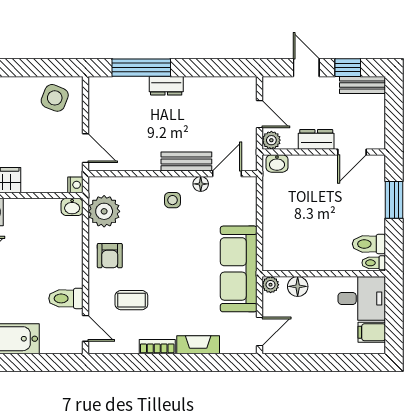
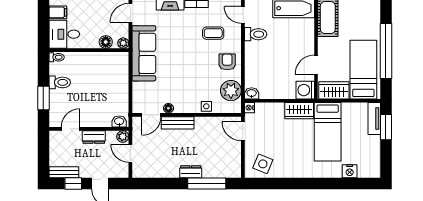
side table: (172, 200) -> (206, 106), moved
toilet: (369, 244) -> (60, 82), moved

